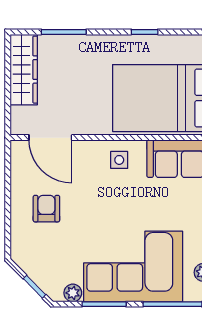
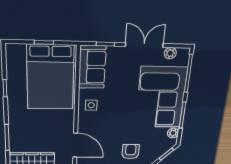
door: (50, 138) -> (75, 145), hinge flipped
armchair: (46, 209) -> (131, 152), moved, turned 90

